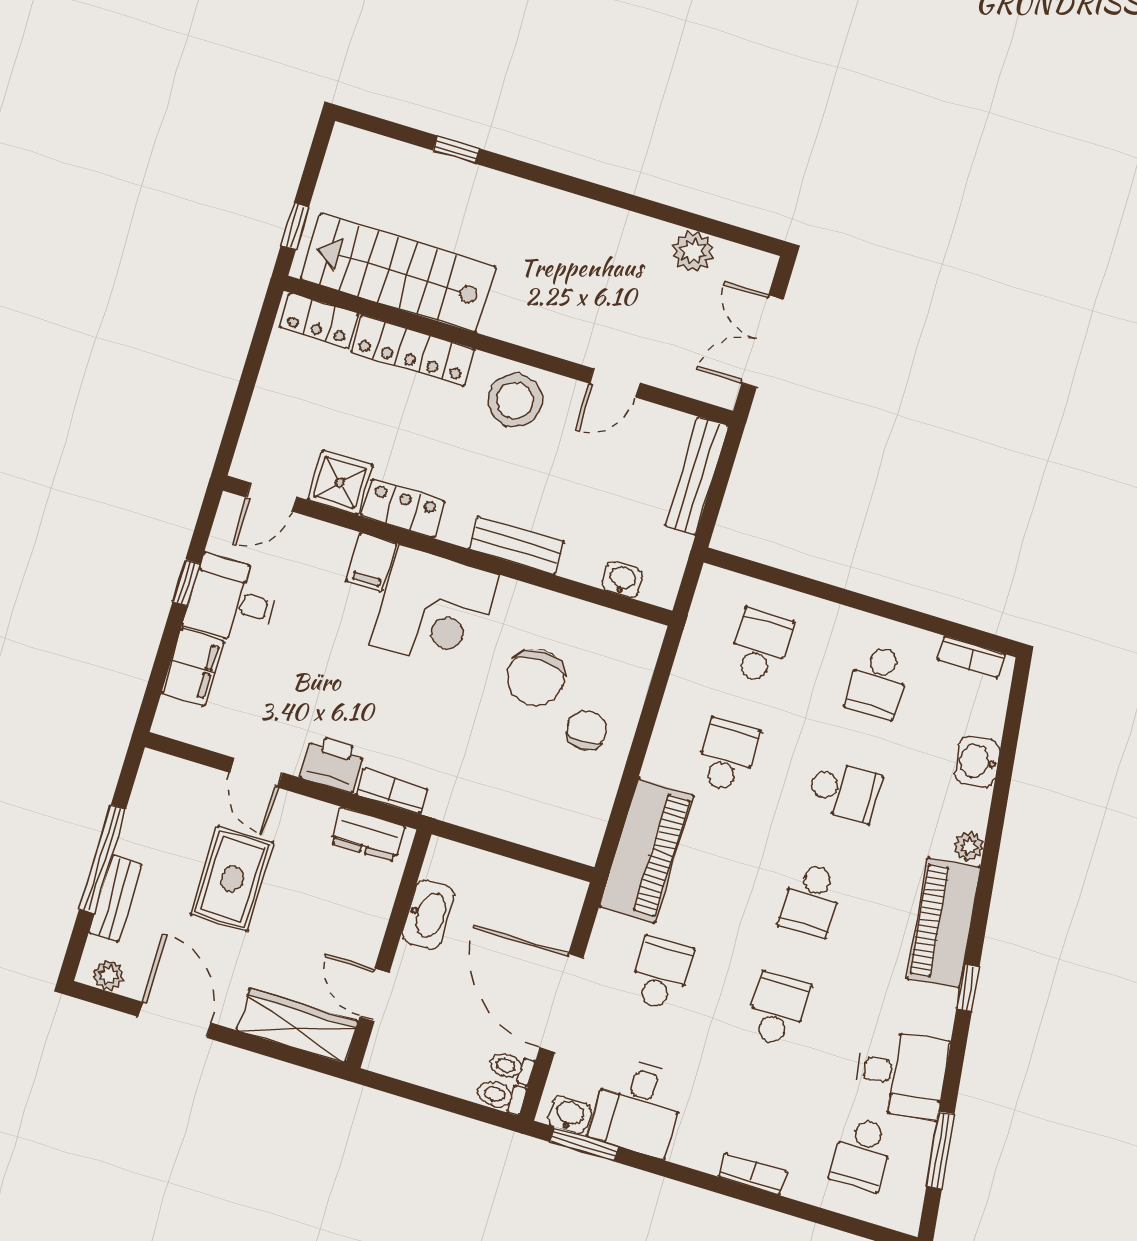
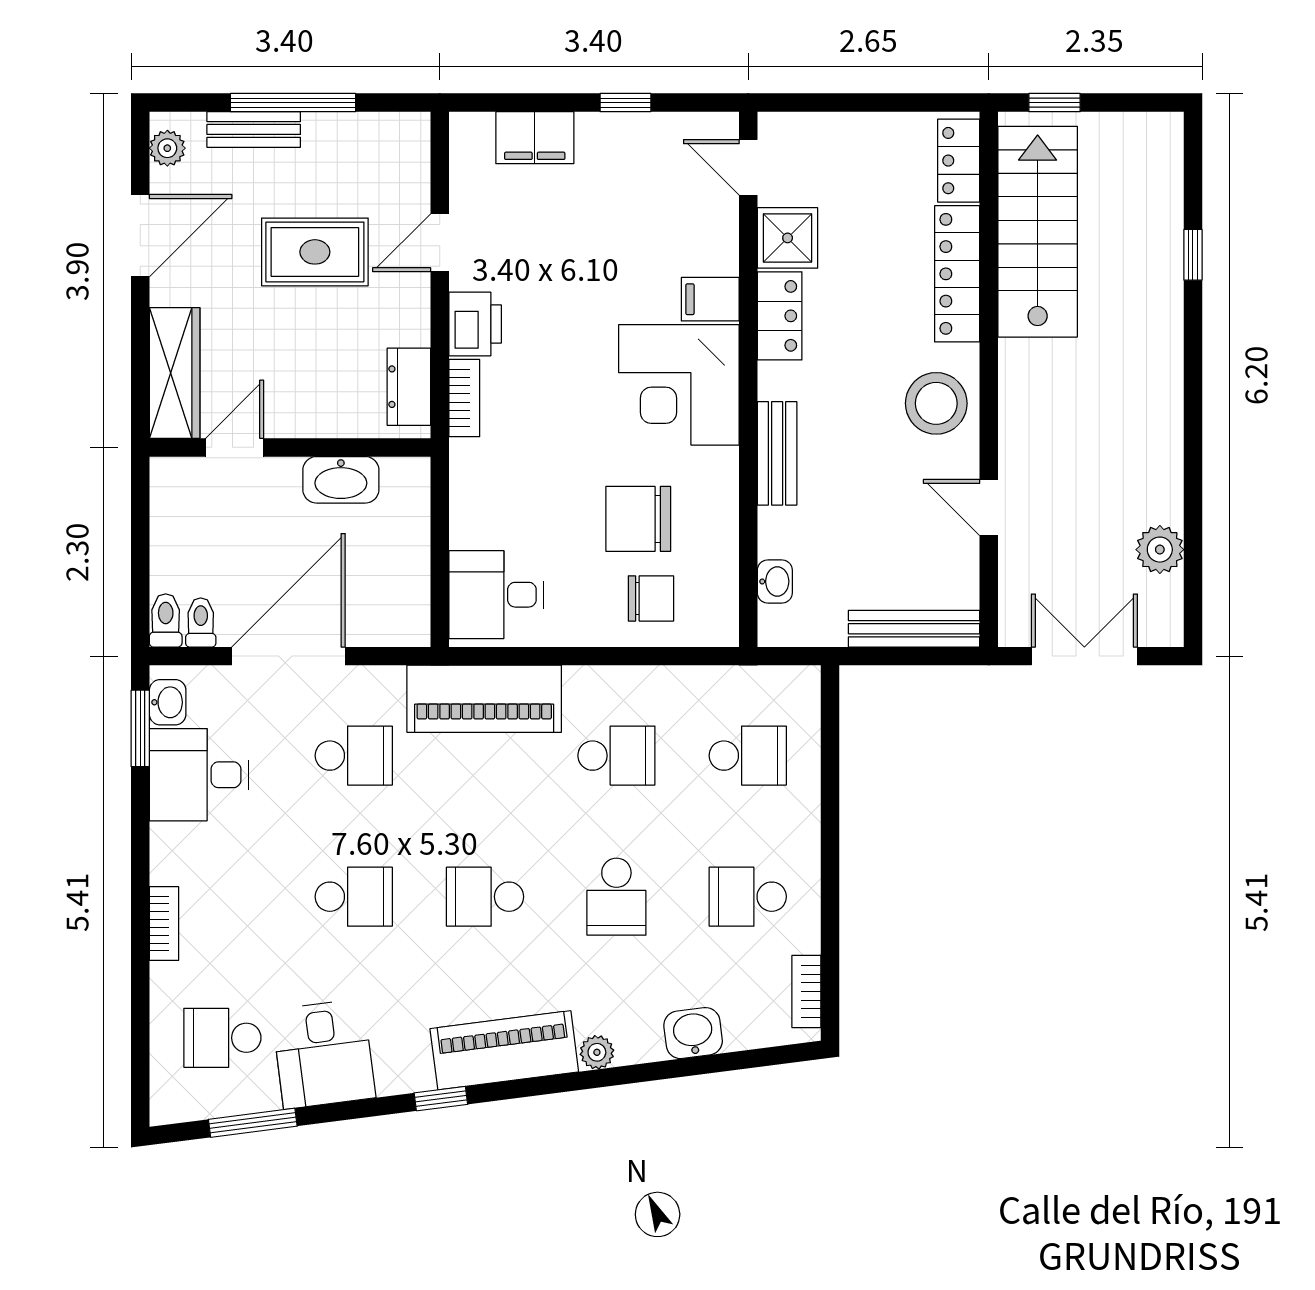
desk: (233, 600) -> (496, 595), moved, turned -90
chair: (586, 730) -> (651, 598), moved

